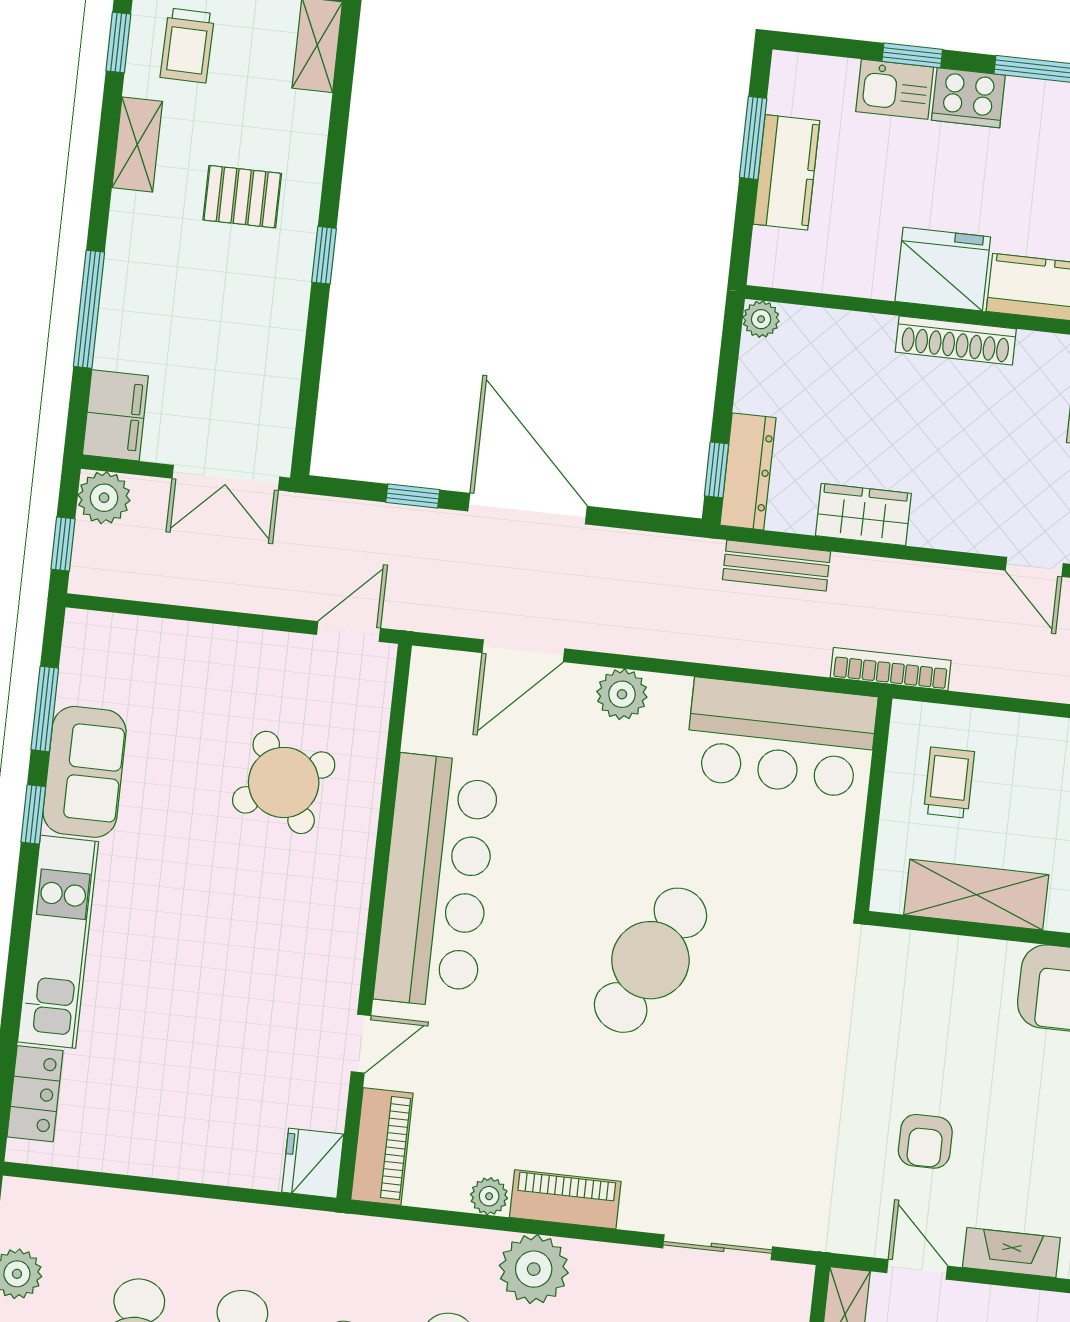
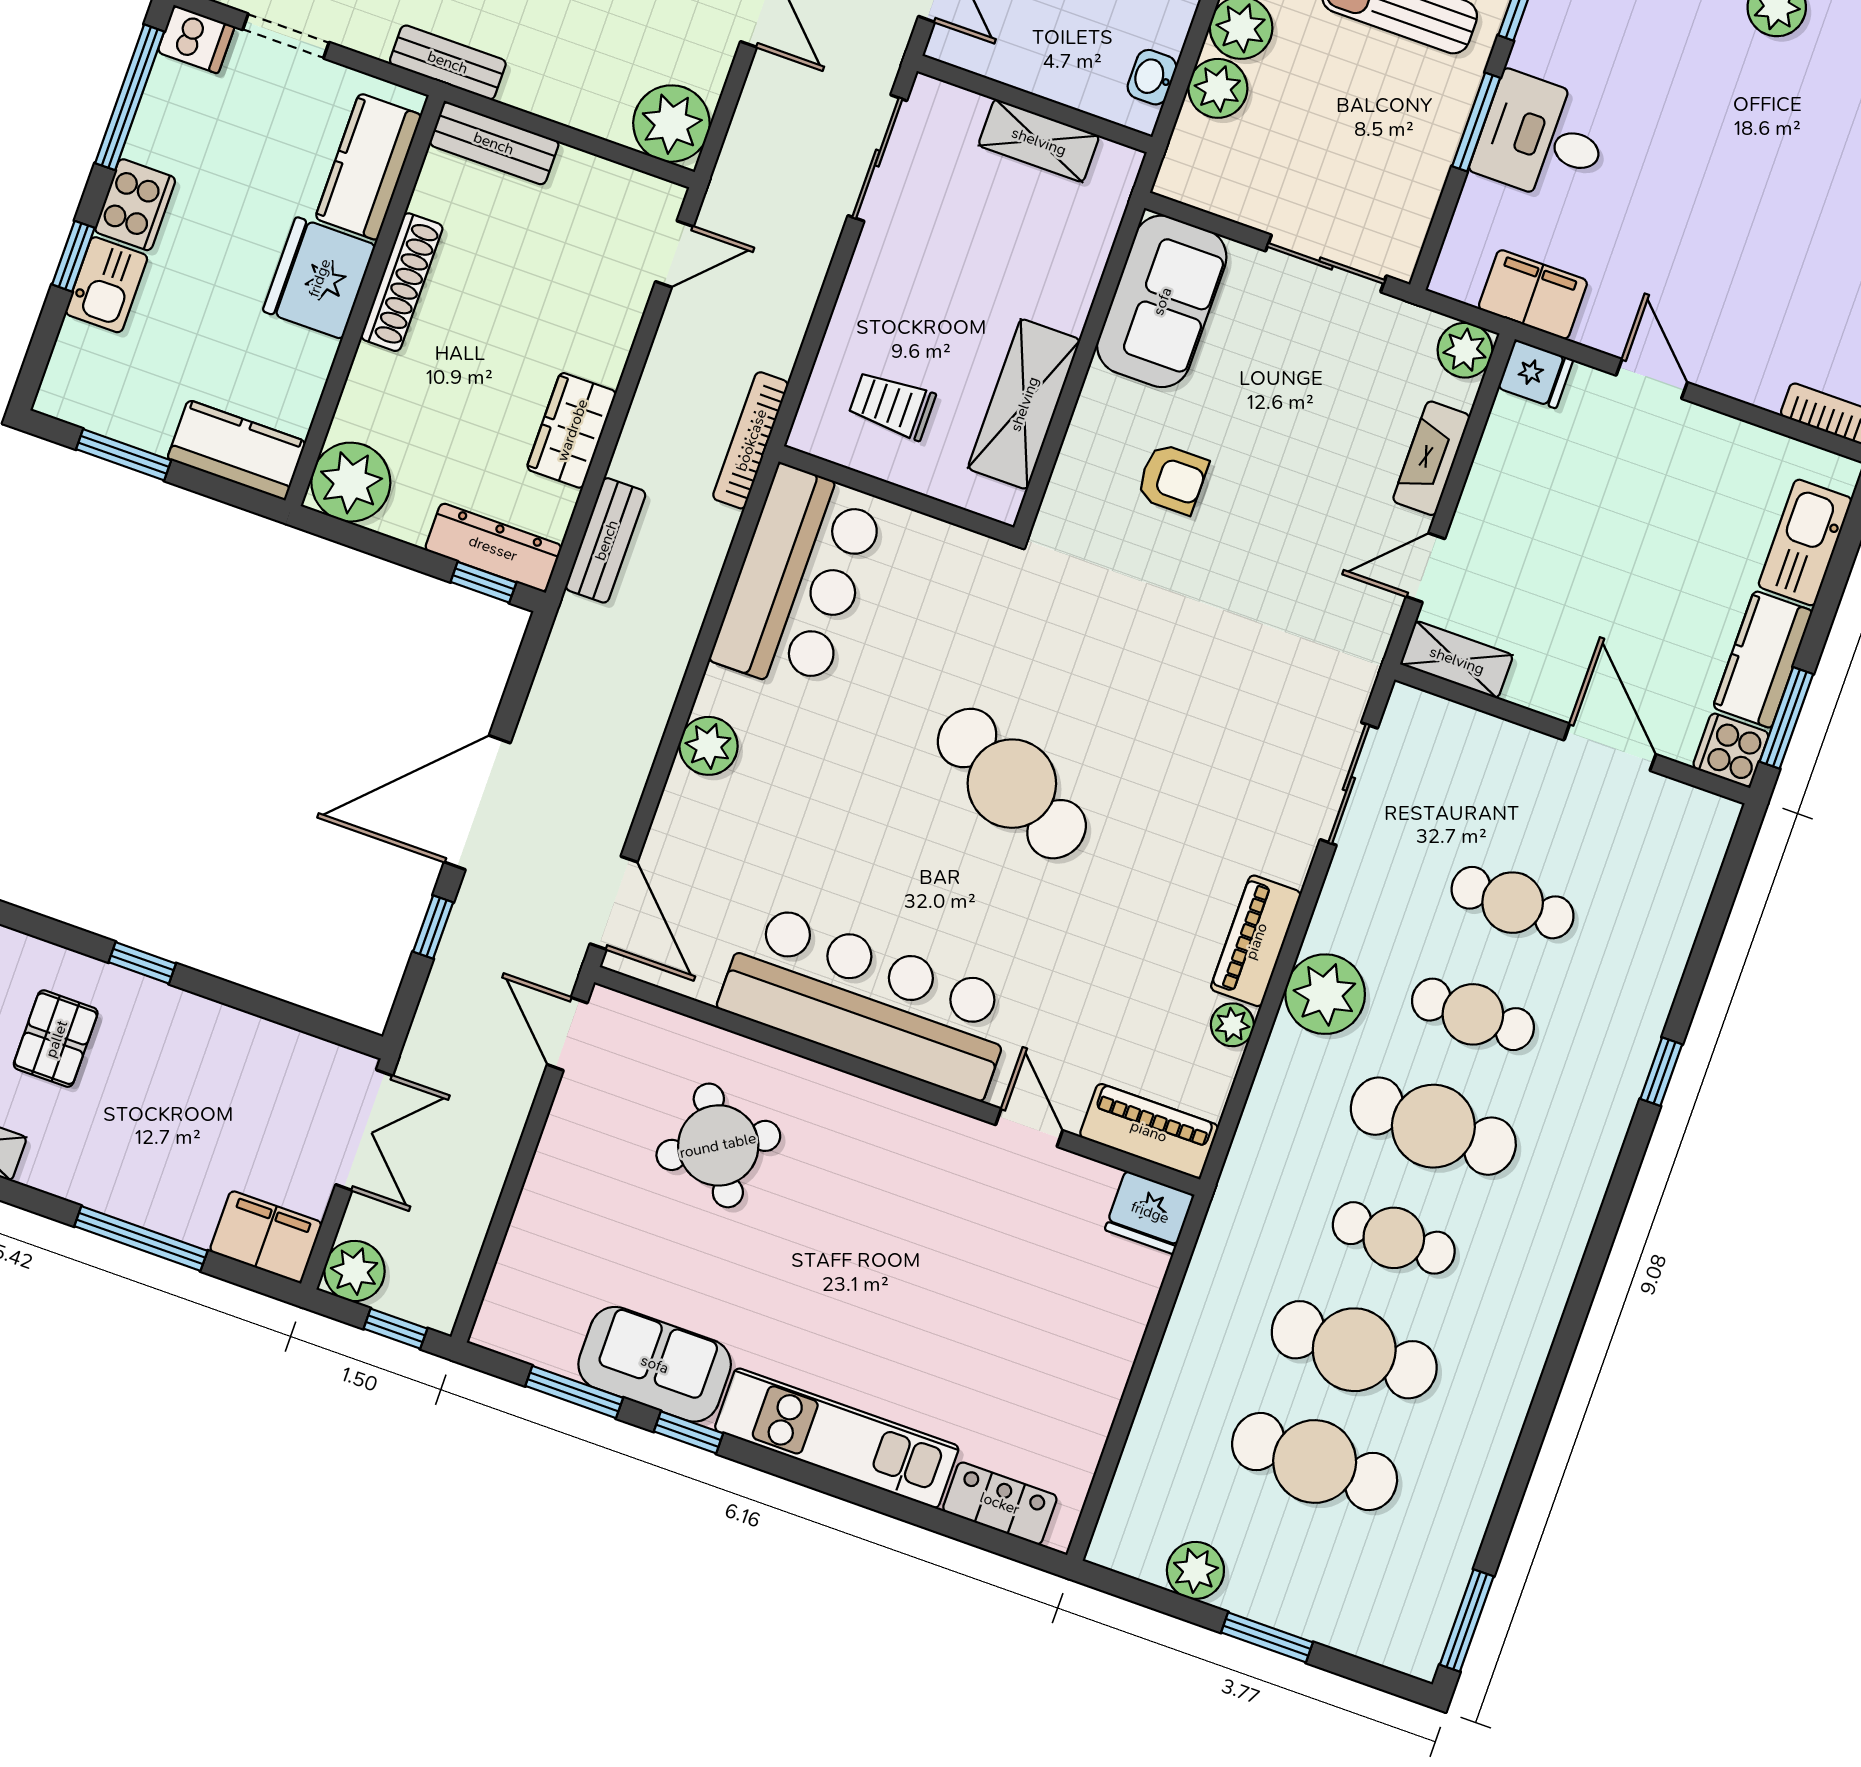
kitchen counter: (786, 172) -> (237, 450), moved
plant: (761, 319) -> (351, 482), width x1.87, depth x1.87
door: (523, 651) -> (614, 903), moved
armchair: (925, 1141) -> (1172, 479), moved

